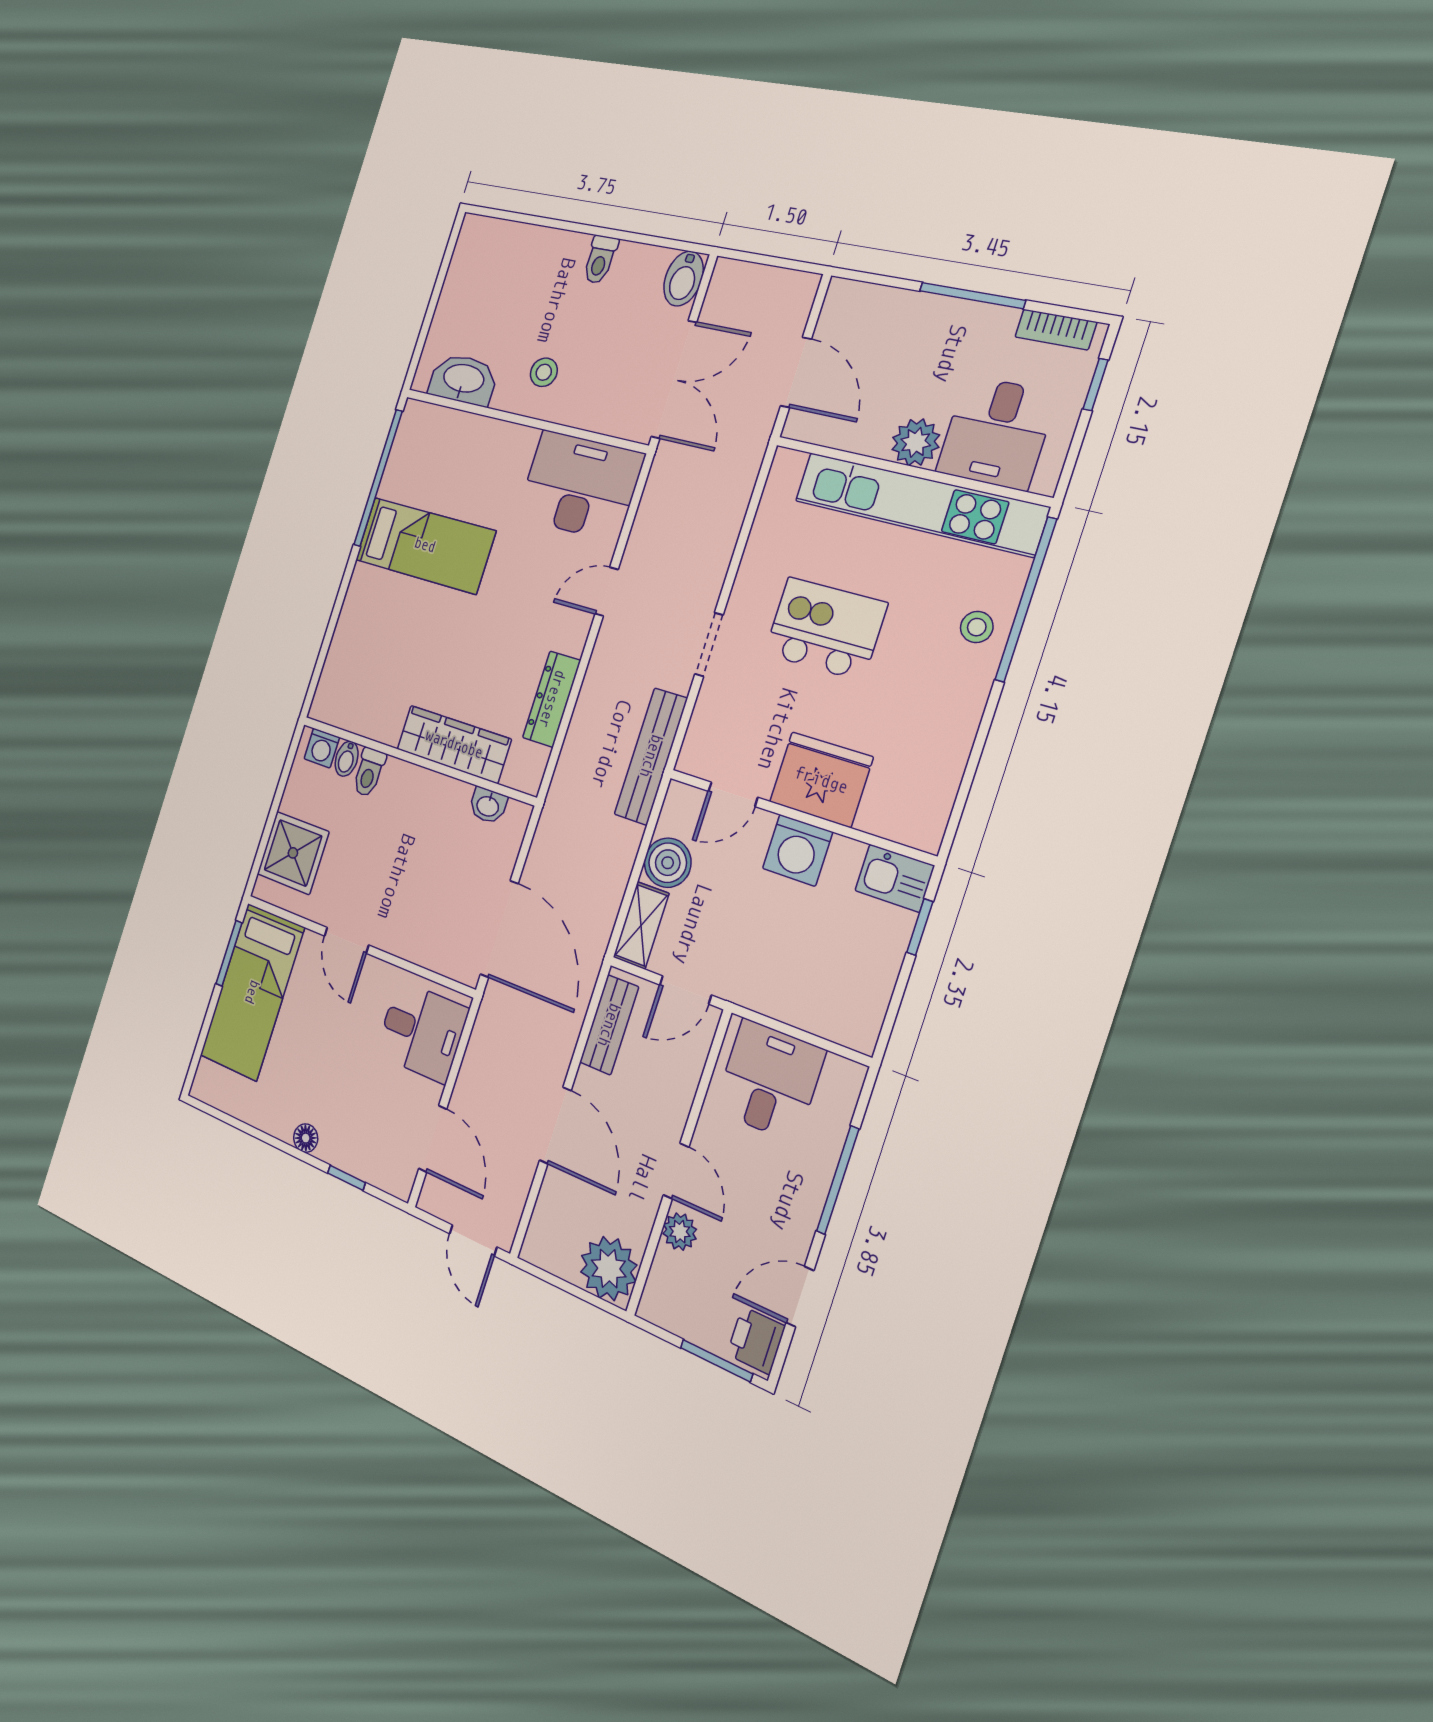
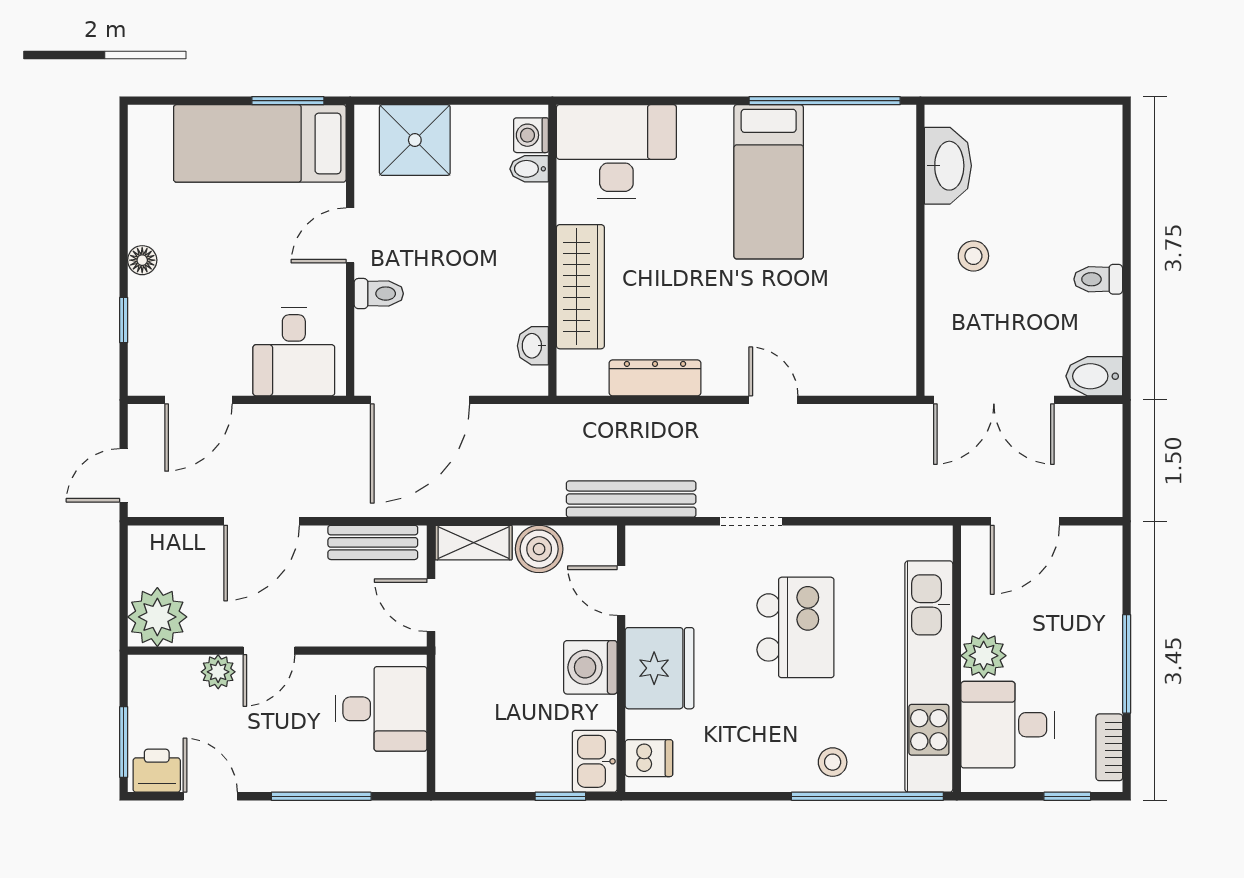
desk: (580, 486) -> (616, 152), moved, turned -90
toilet: (369, 772) -> (379, 294), moved, turned 180
dishwasher: (910, 820) -> (649, 758), added

